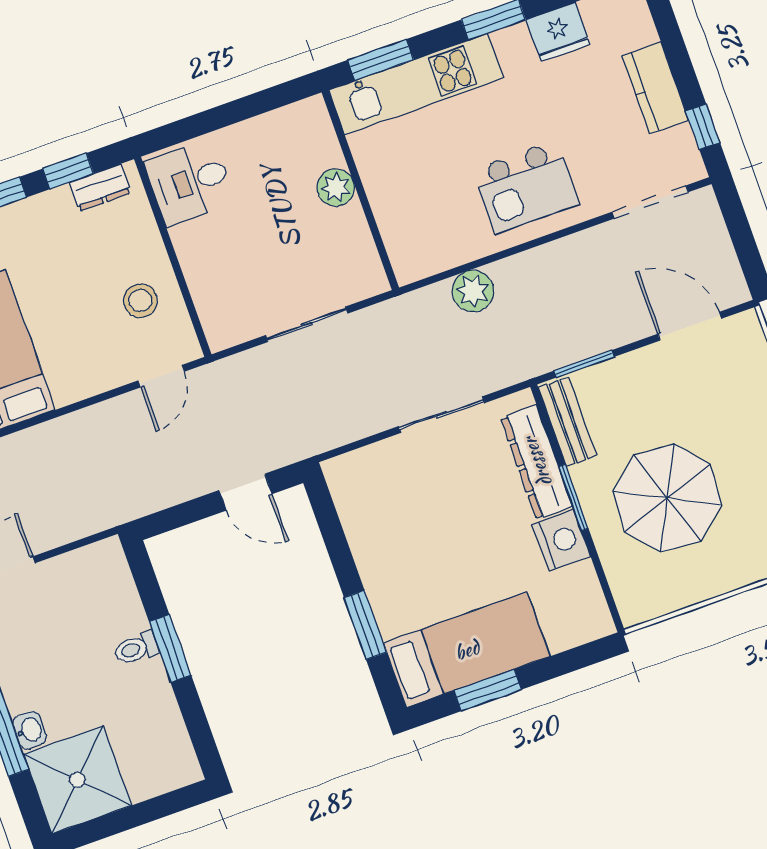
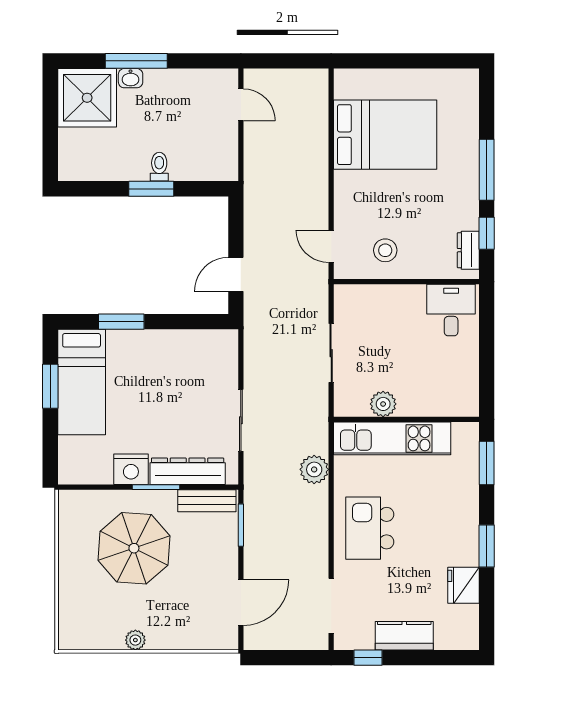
kitchen unit: (416, 84) -> (392, 438), moved, turned -90
plant: (336, 188) -> (383, 404), moved

